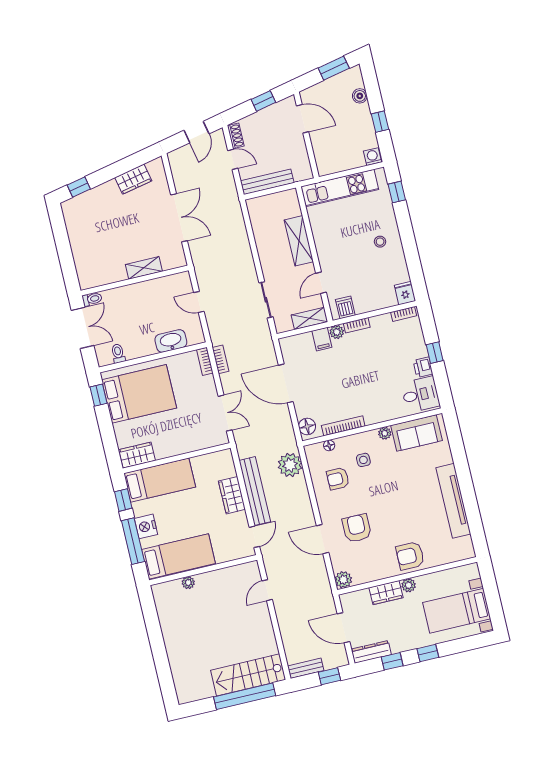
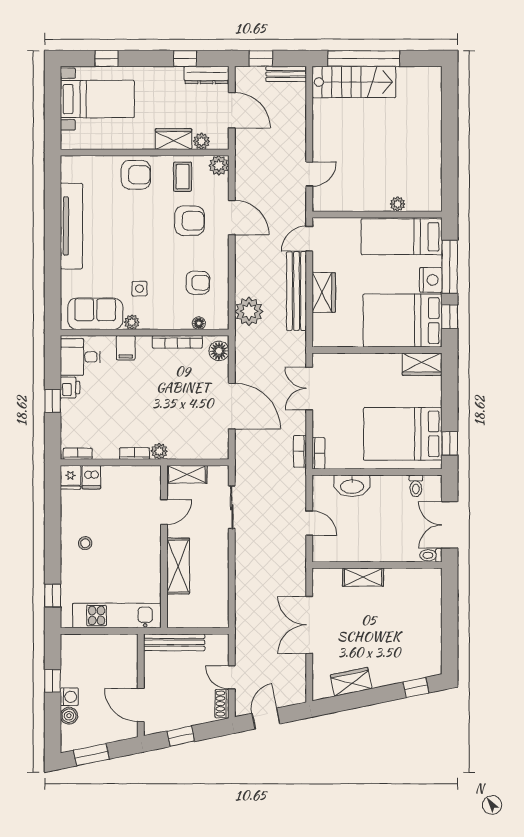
washing machine: (373, 157) -> (69, 697), moved, turned -90
bench: (267, 182) -> (174, 642), moved
dishwasher: (345, 307) -> (91, 477), moved
filing cabinet: (322, 339) -> (126, 348), moved, turned 180
side table: (363, 460) -> (139, 289), moved
bed: (160, 480) -> (403, 321), width x1.50
armchair: (357, 528) -> (190, 221), turned -90
coffee table: (371, 563) -> (183, 177), added
plant: (409, 585) -> (201, 141), moved
window: (428, 653) -> (107, 58), moved

